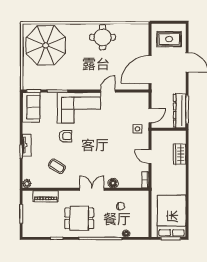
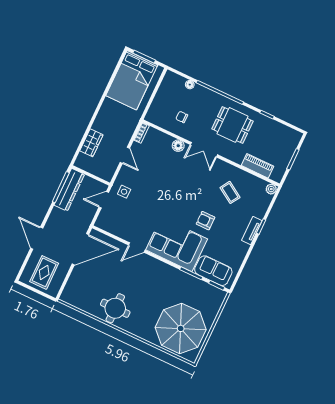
rug: (169, 39) -> (44, 272), turned 90
sofa: (31, 107) -> (213, 271), moved, turned 90

